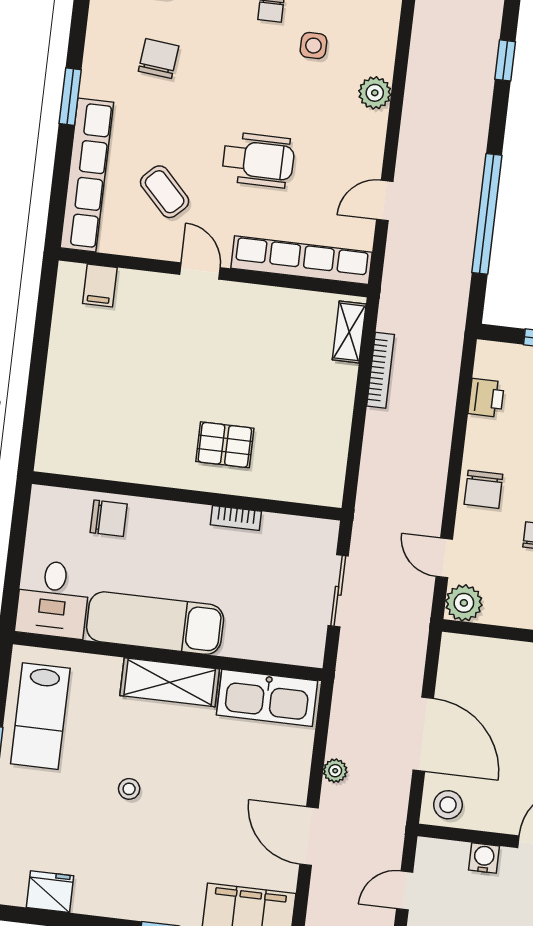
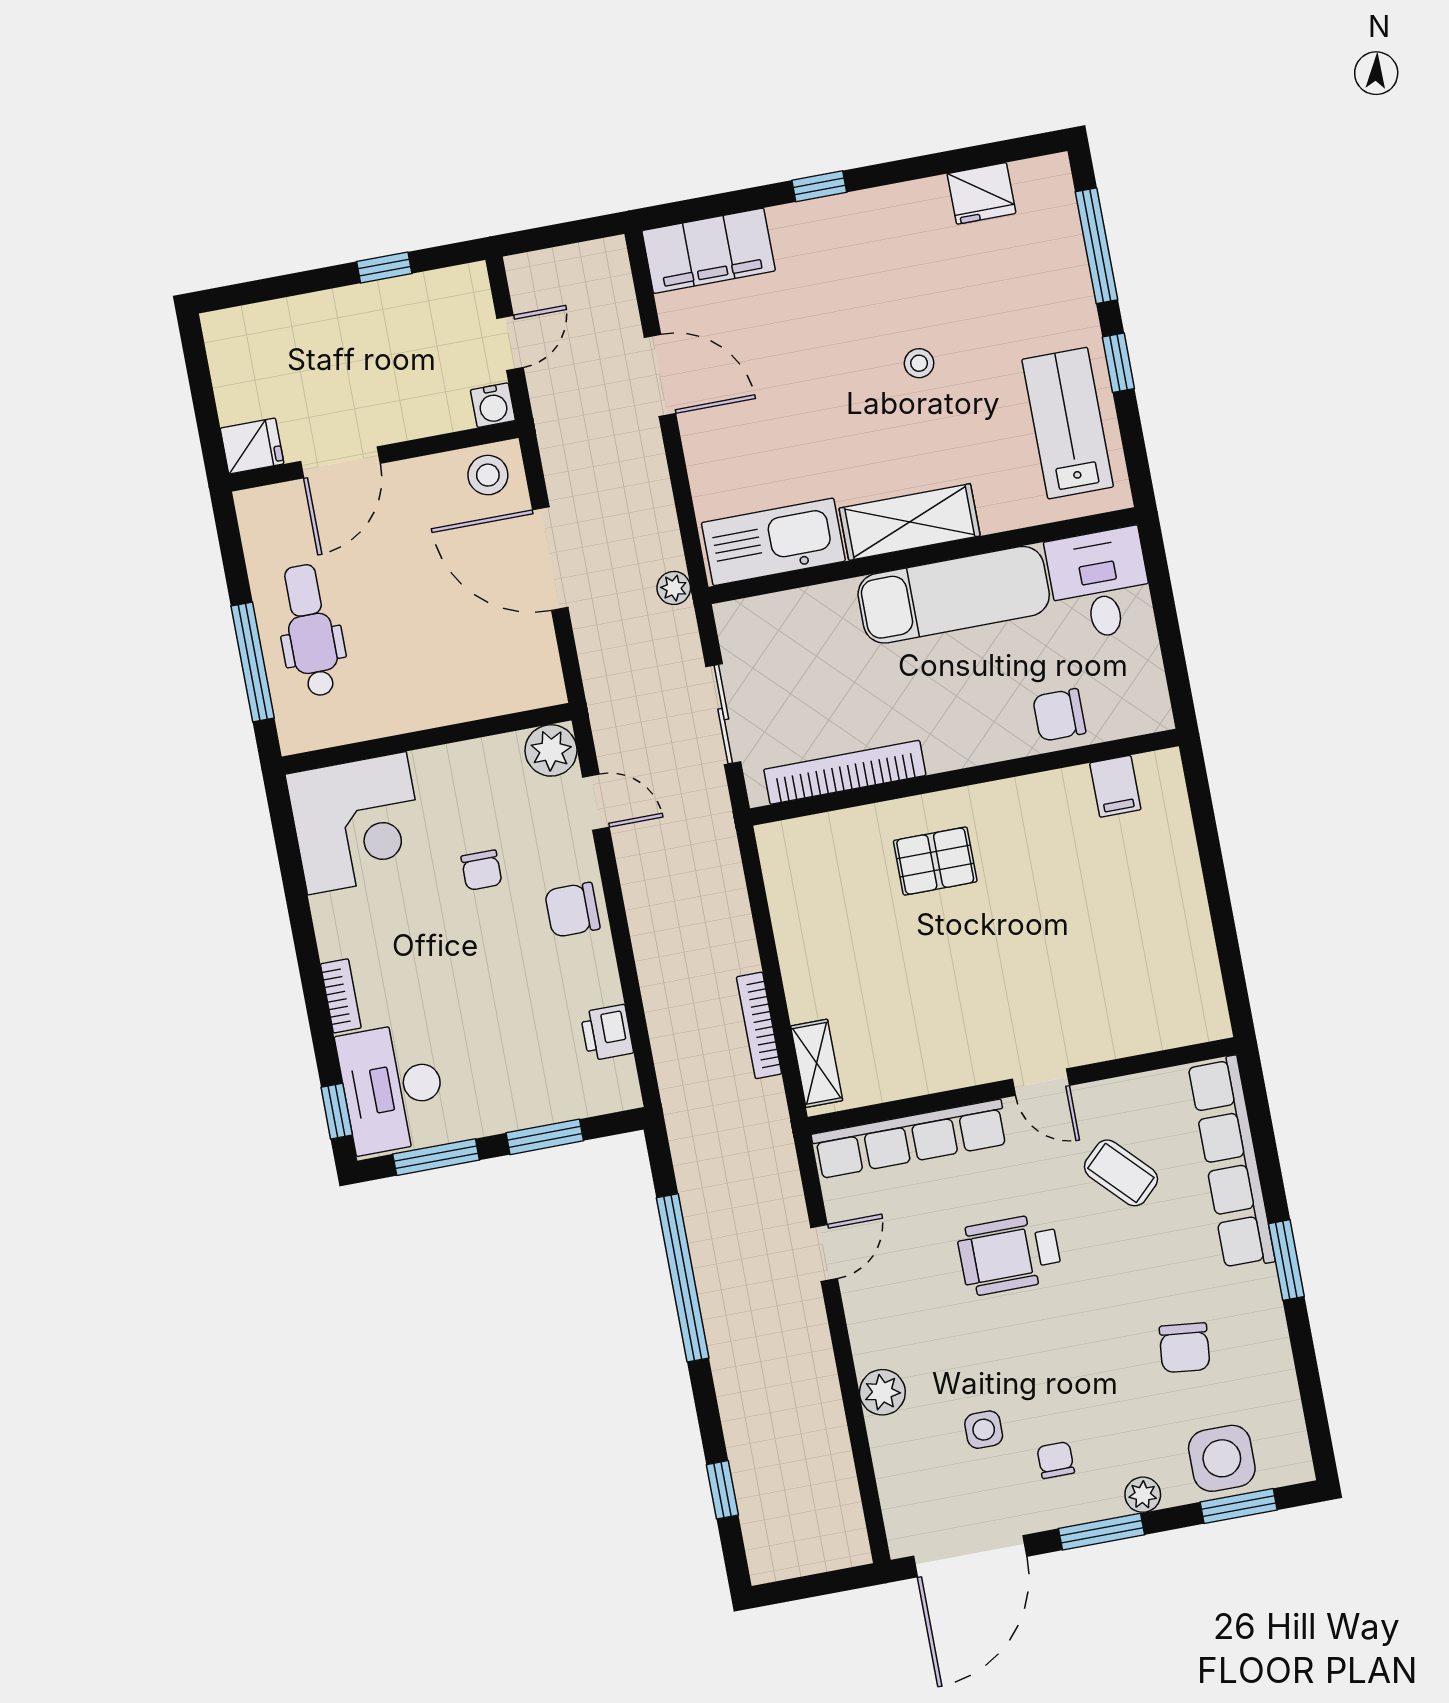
filing cabinet: (100, 286) -> (1115, 786), moved, turned 180
chair: (483, 489) -> (572, 910), turned -90
bookcase: (236, 518) -> (845, 772), width x2.31, depth x1.31
plant: (335, 771) -> (674, 588), moved
water cooler: (484, 858) -> (493, 405), moved

